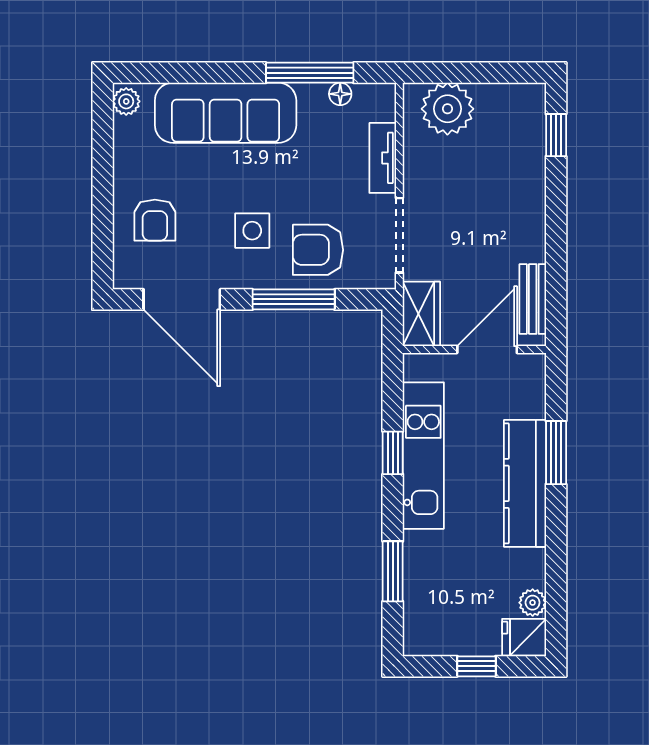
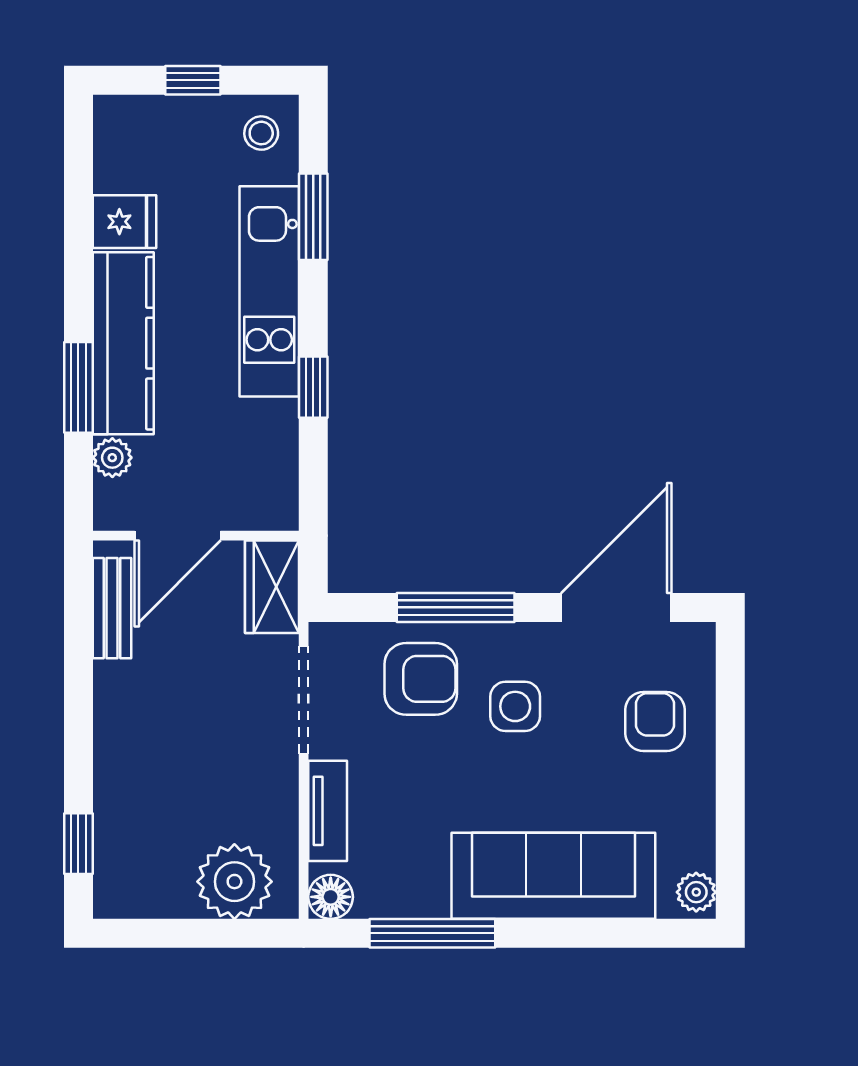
floor lamp: (340, 94) -> (331, 897), moved, width x1.37, depth x1.37
door: (182, 299) -> (616, 607), hinge flipped
kitchen unit: (423, 456) -> (269, 291), moved
plant: (533, 603) -> (112, 458), moved
stool: (429, 630) -> (261, 133), added
fridge: (524, 637) -> (124, 222), moved

